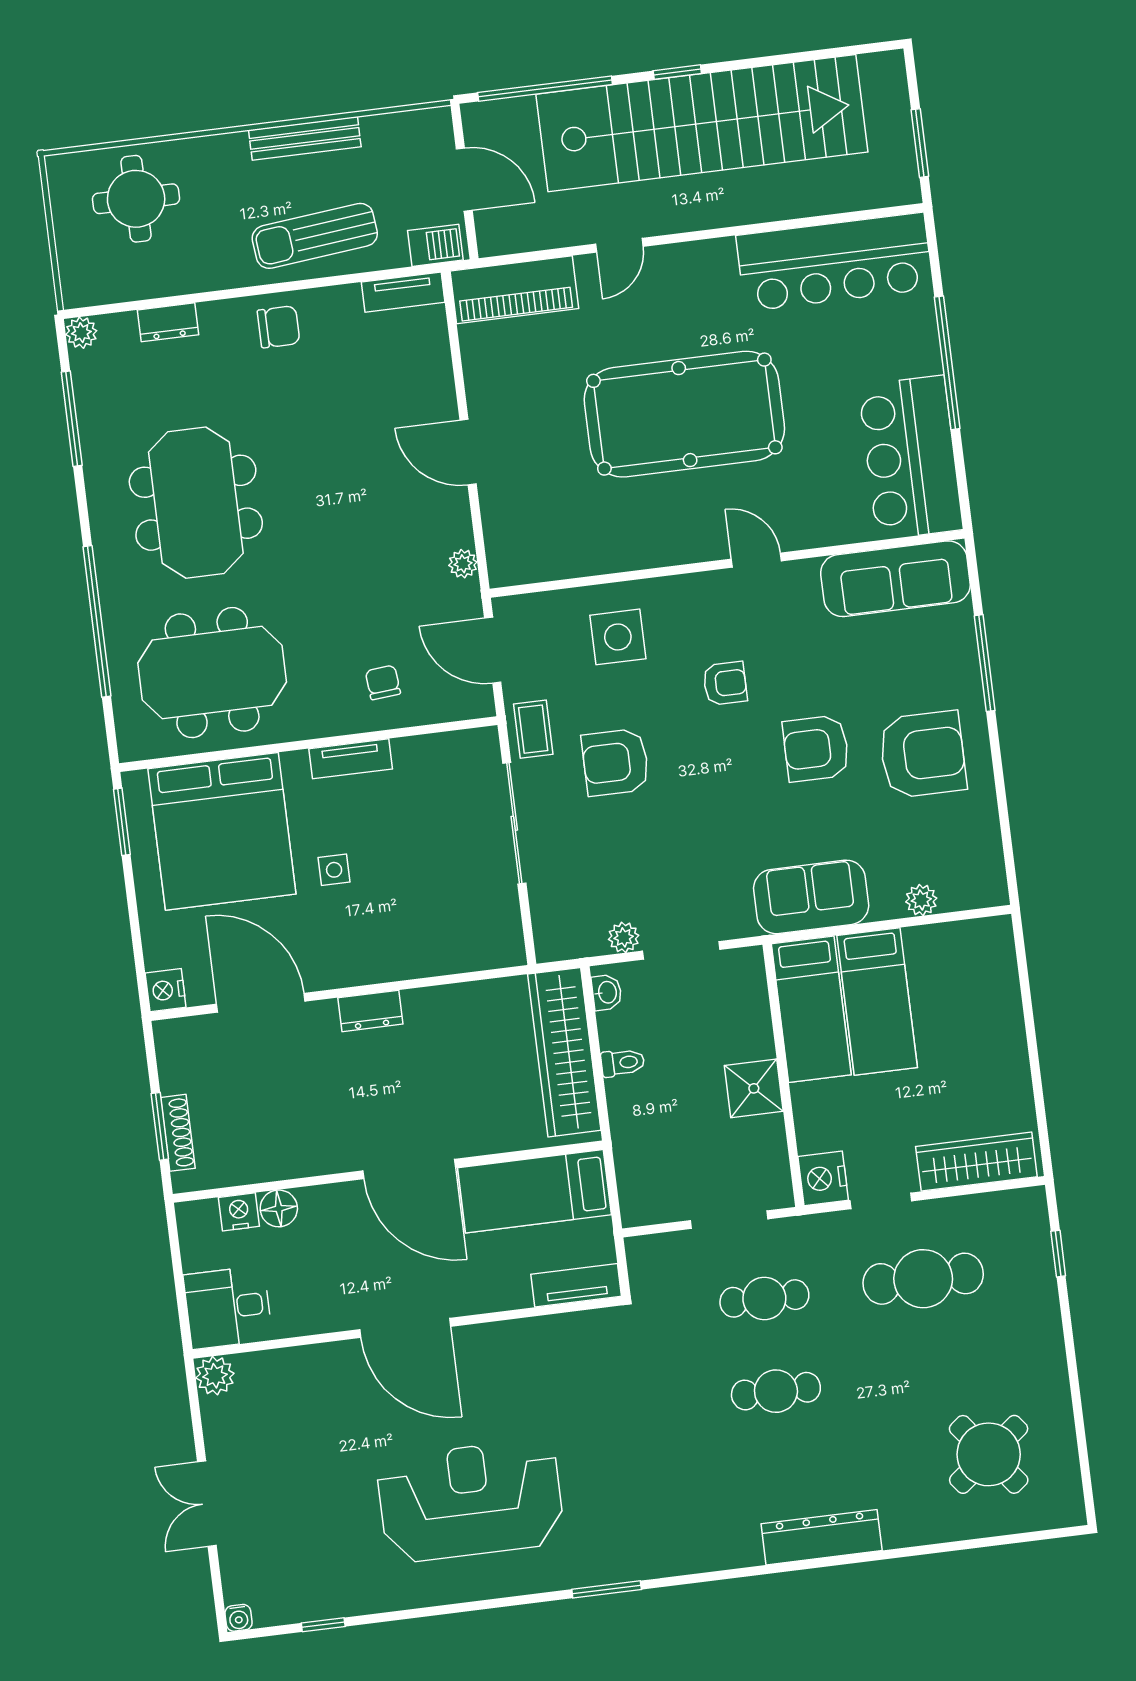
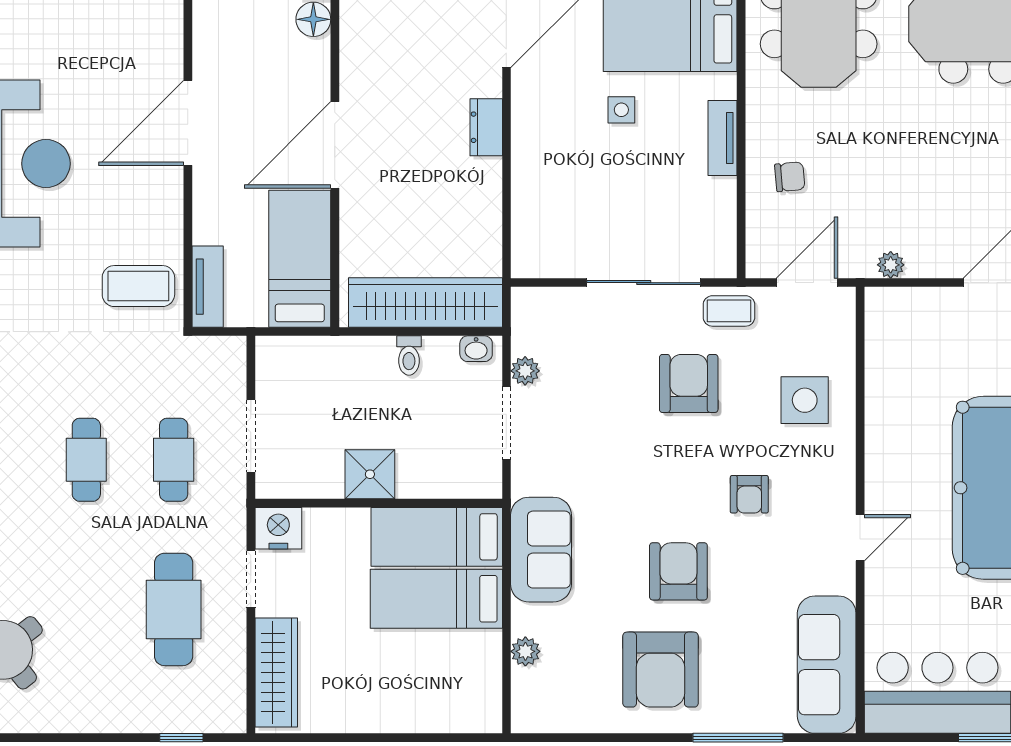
coffee table: (585, 1359) -> (138, 286), added

